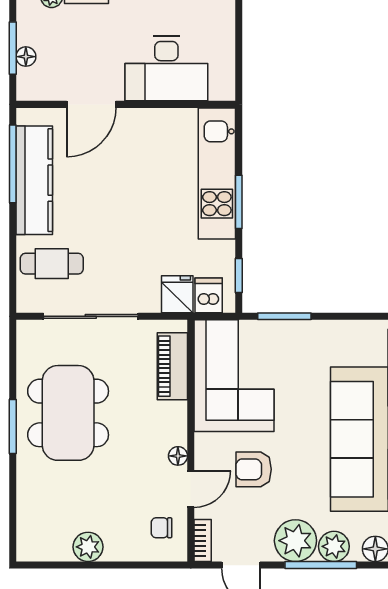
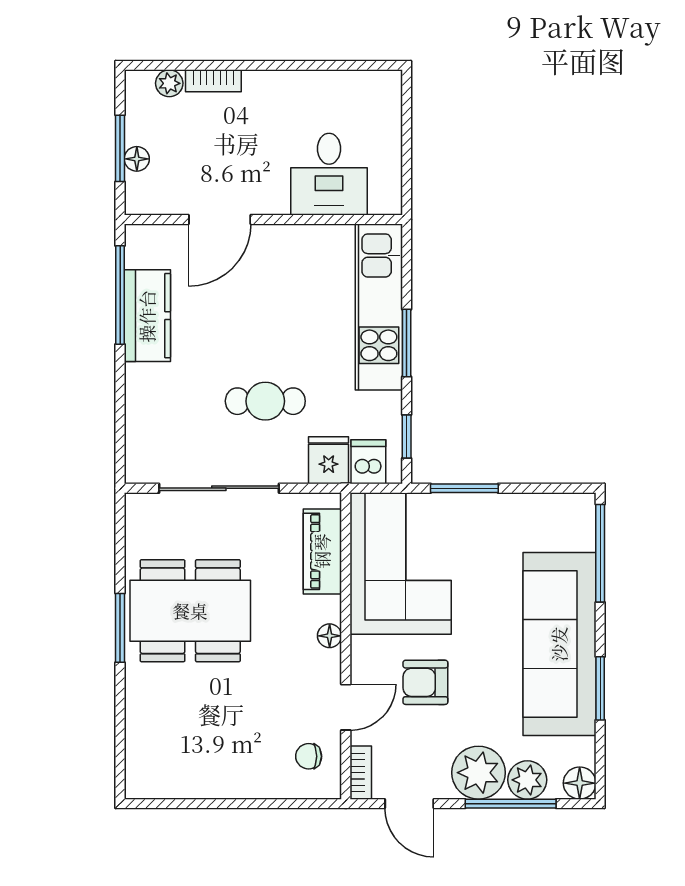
desk: (166, 69) -> (329, 174), width x0.73
kitchen counter: (34, 180) -> (147, 316), width x0.67
cafe table: (52, 264) -> (265, 401), moved
dining table: (68, 413) -> (190, 611), turned 90
floor lamp: (178, 456) -> (330, 636), moved
plant: (88, 547) -> (215, 781), removed

